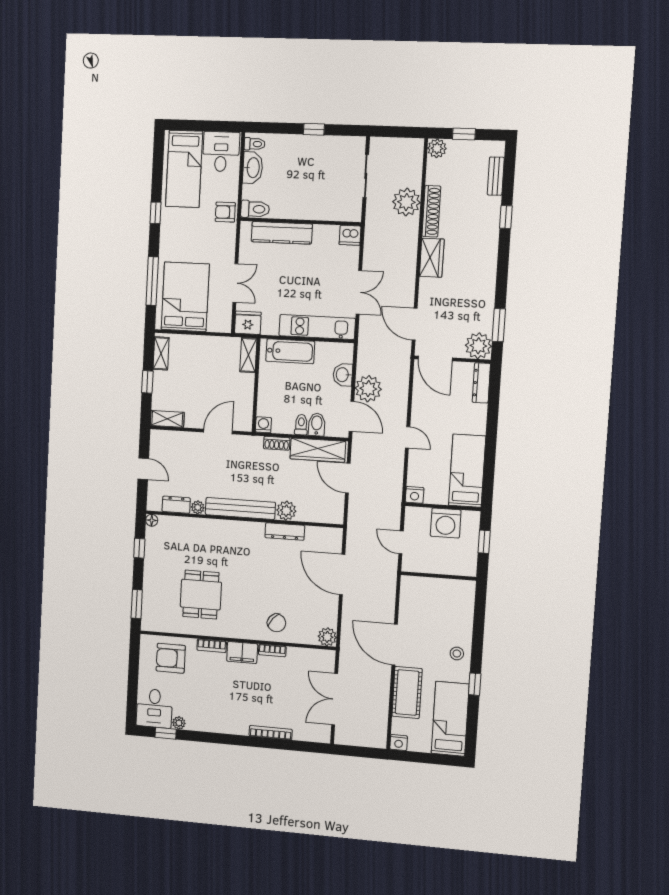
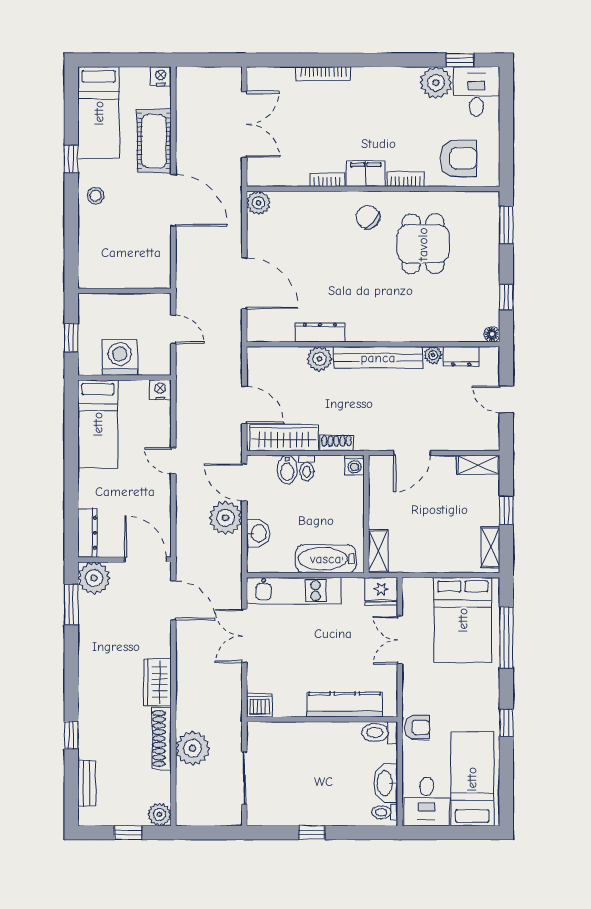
chair: (277, 623) -> (368, 217), moved
plant: (179, 723) -> (436, 83), width x1.87, depth x1.87

